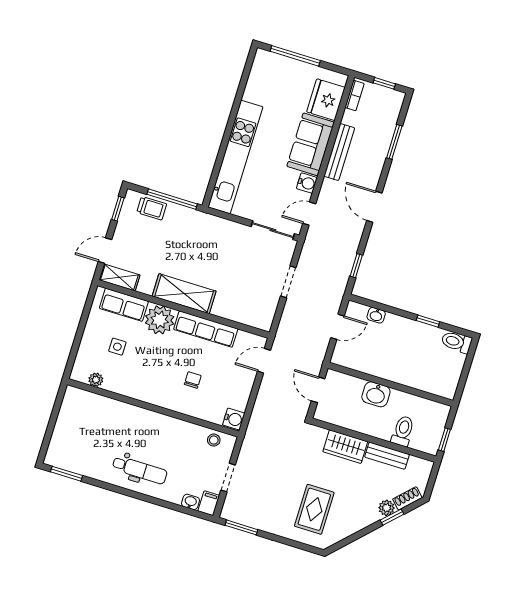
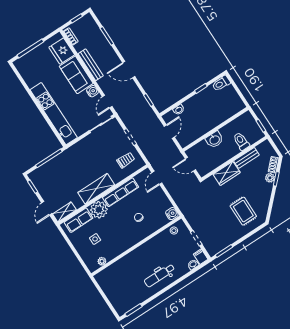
trolley: (152, 208) -> (126, 160), moved
dental chair: (140, 470) -> (159, 275), turned 180

